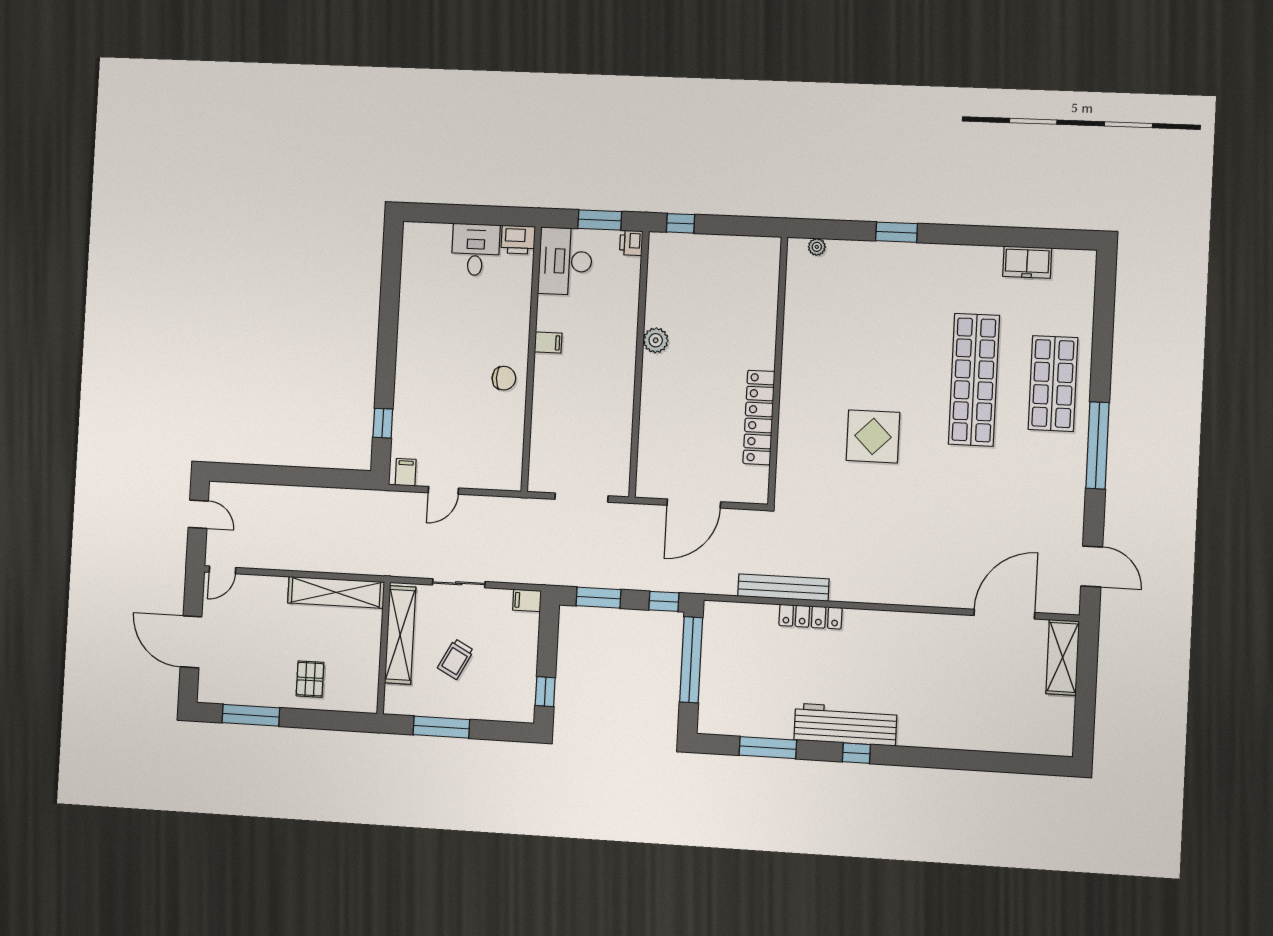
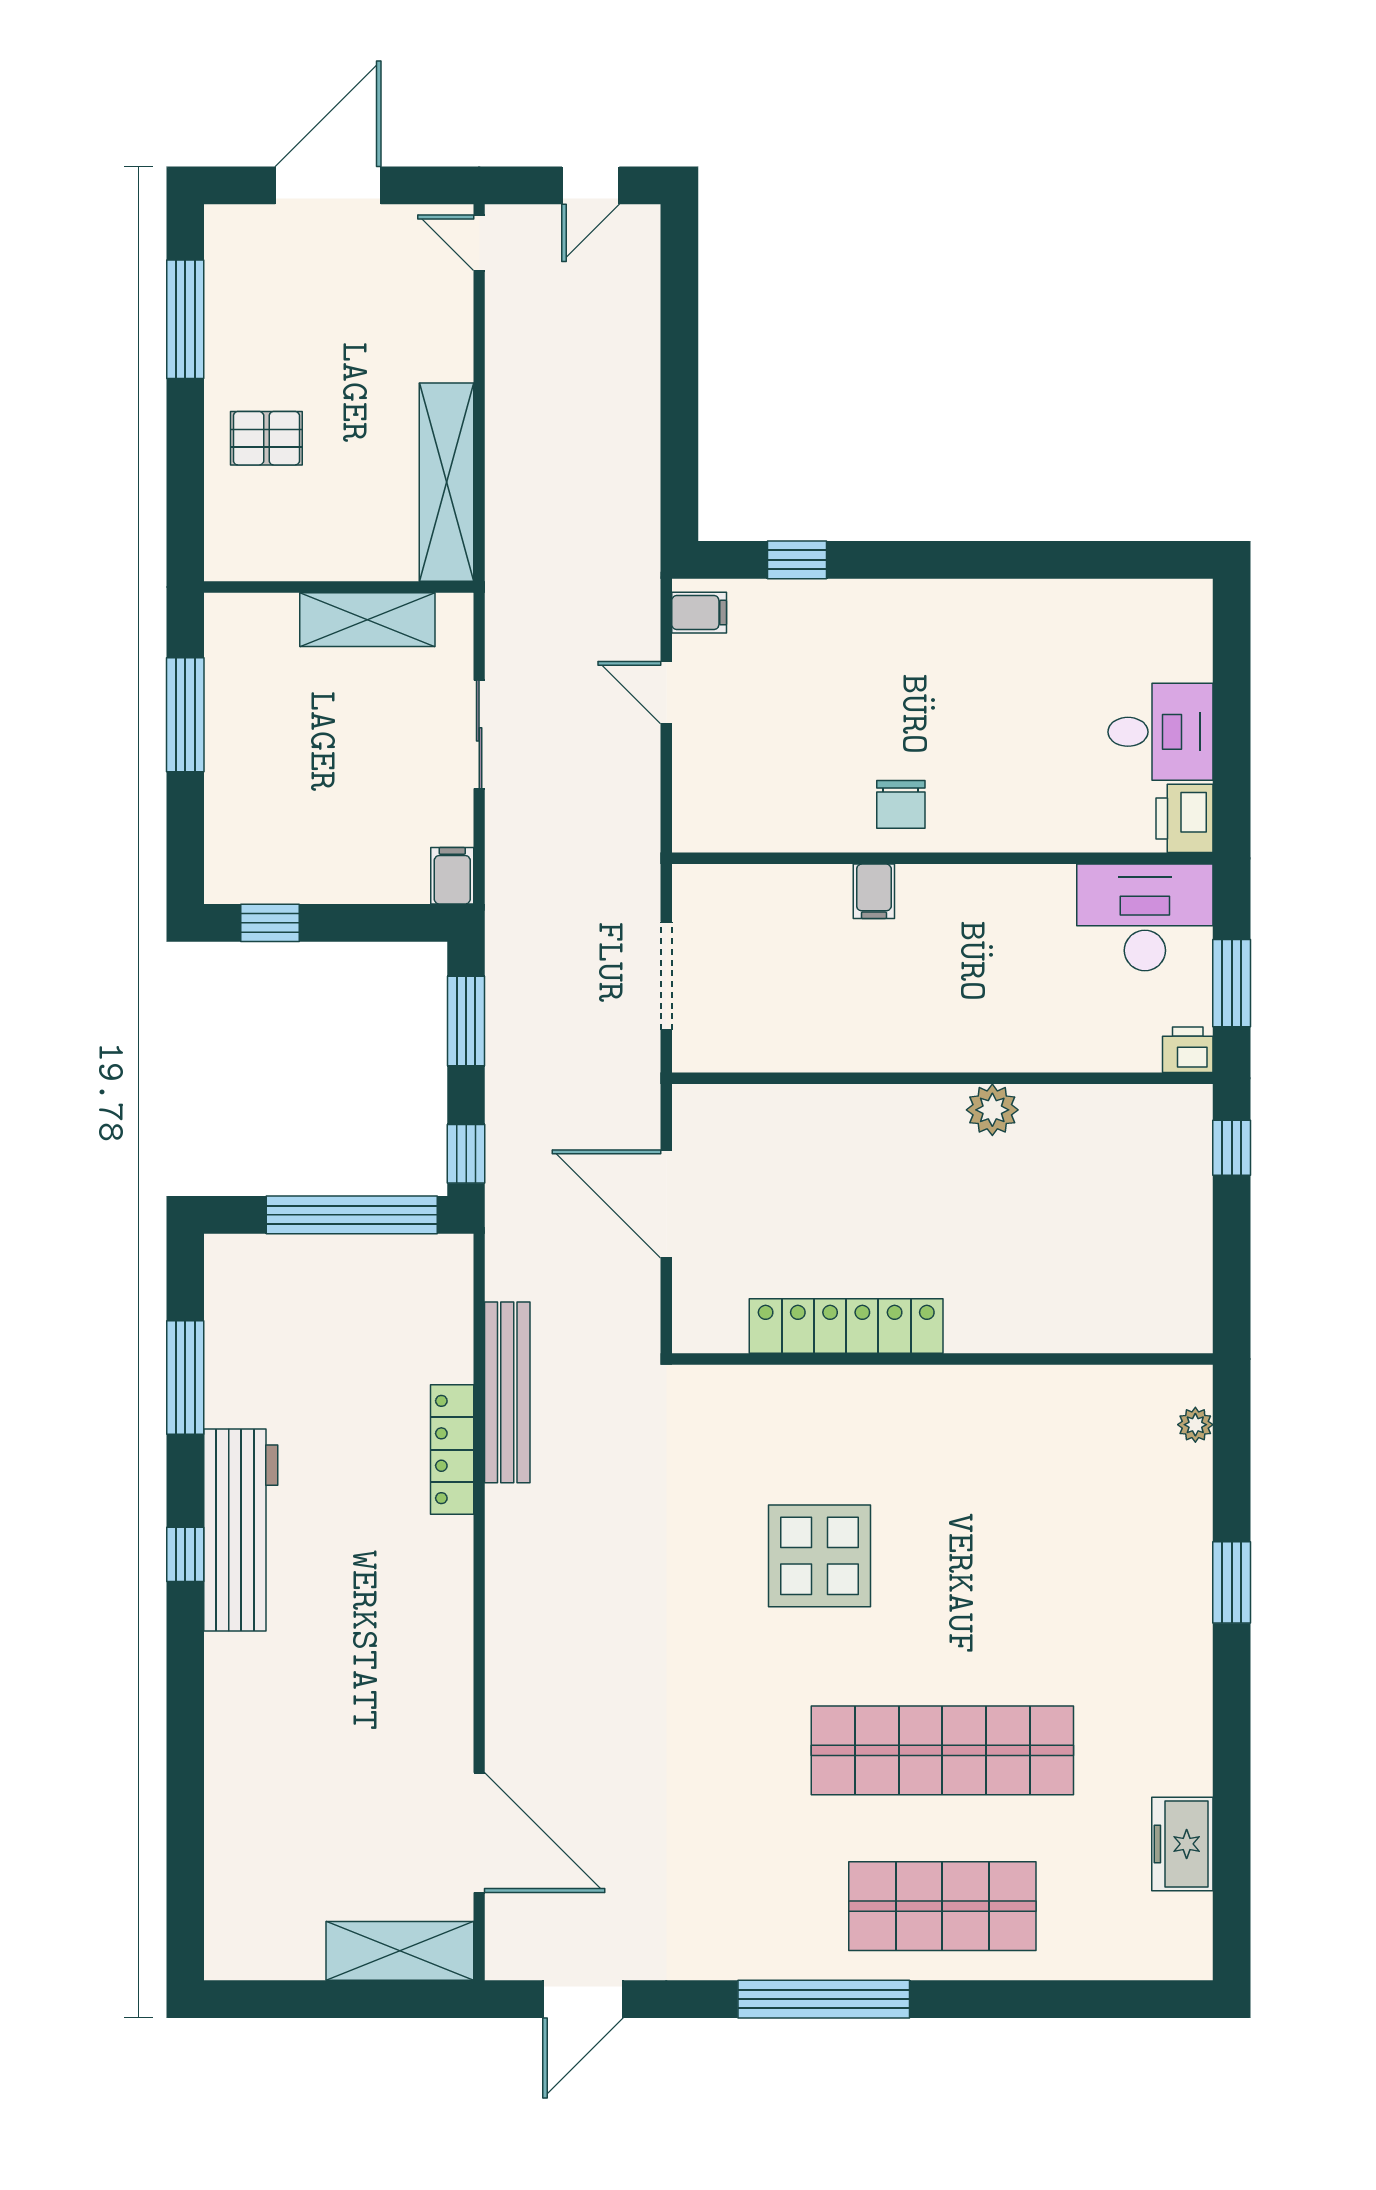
filing cabinet: (548, 343) -> (874, 891), moved
shelving: (400, 635) -> (367, 620), width x0.68
trolley: (456, 659) -> (325, 737), removed

